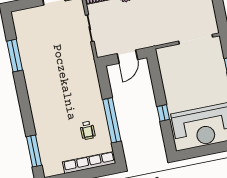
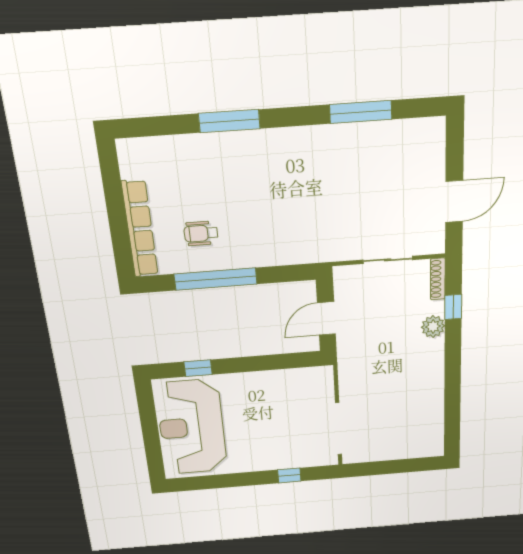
door: (127, 57) -> (326, 318), hinge flipped
window: (163, 113) -> (198, 368), moved
window: (34, 151) -> (229, 121), moved

